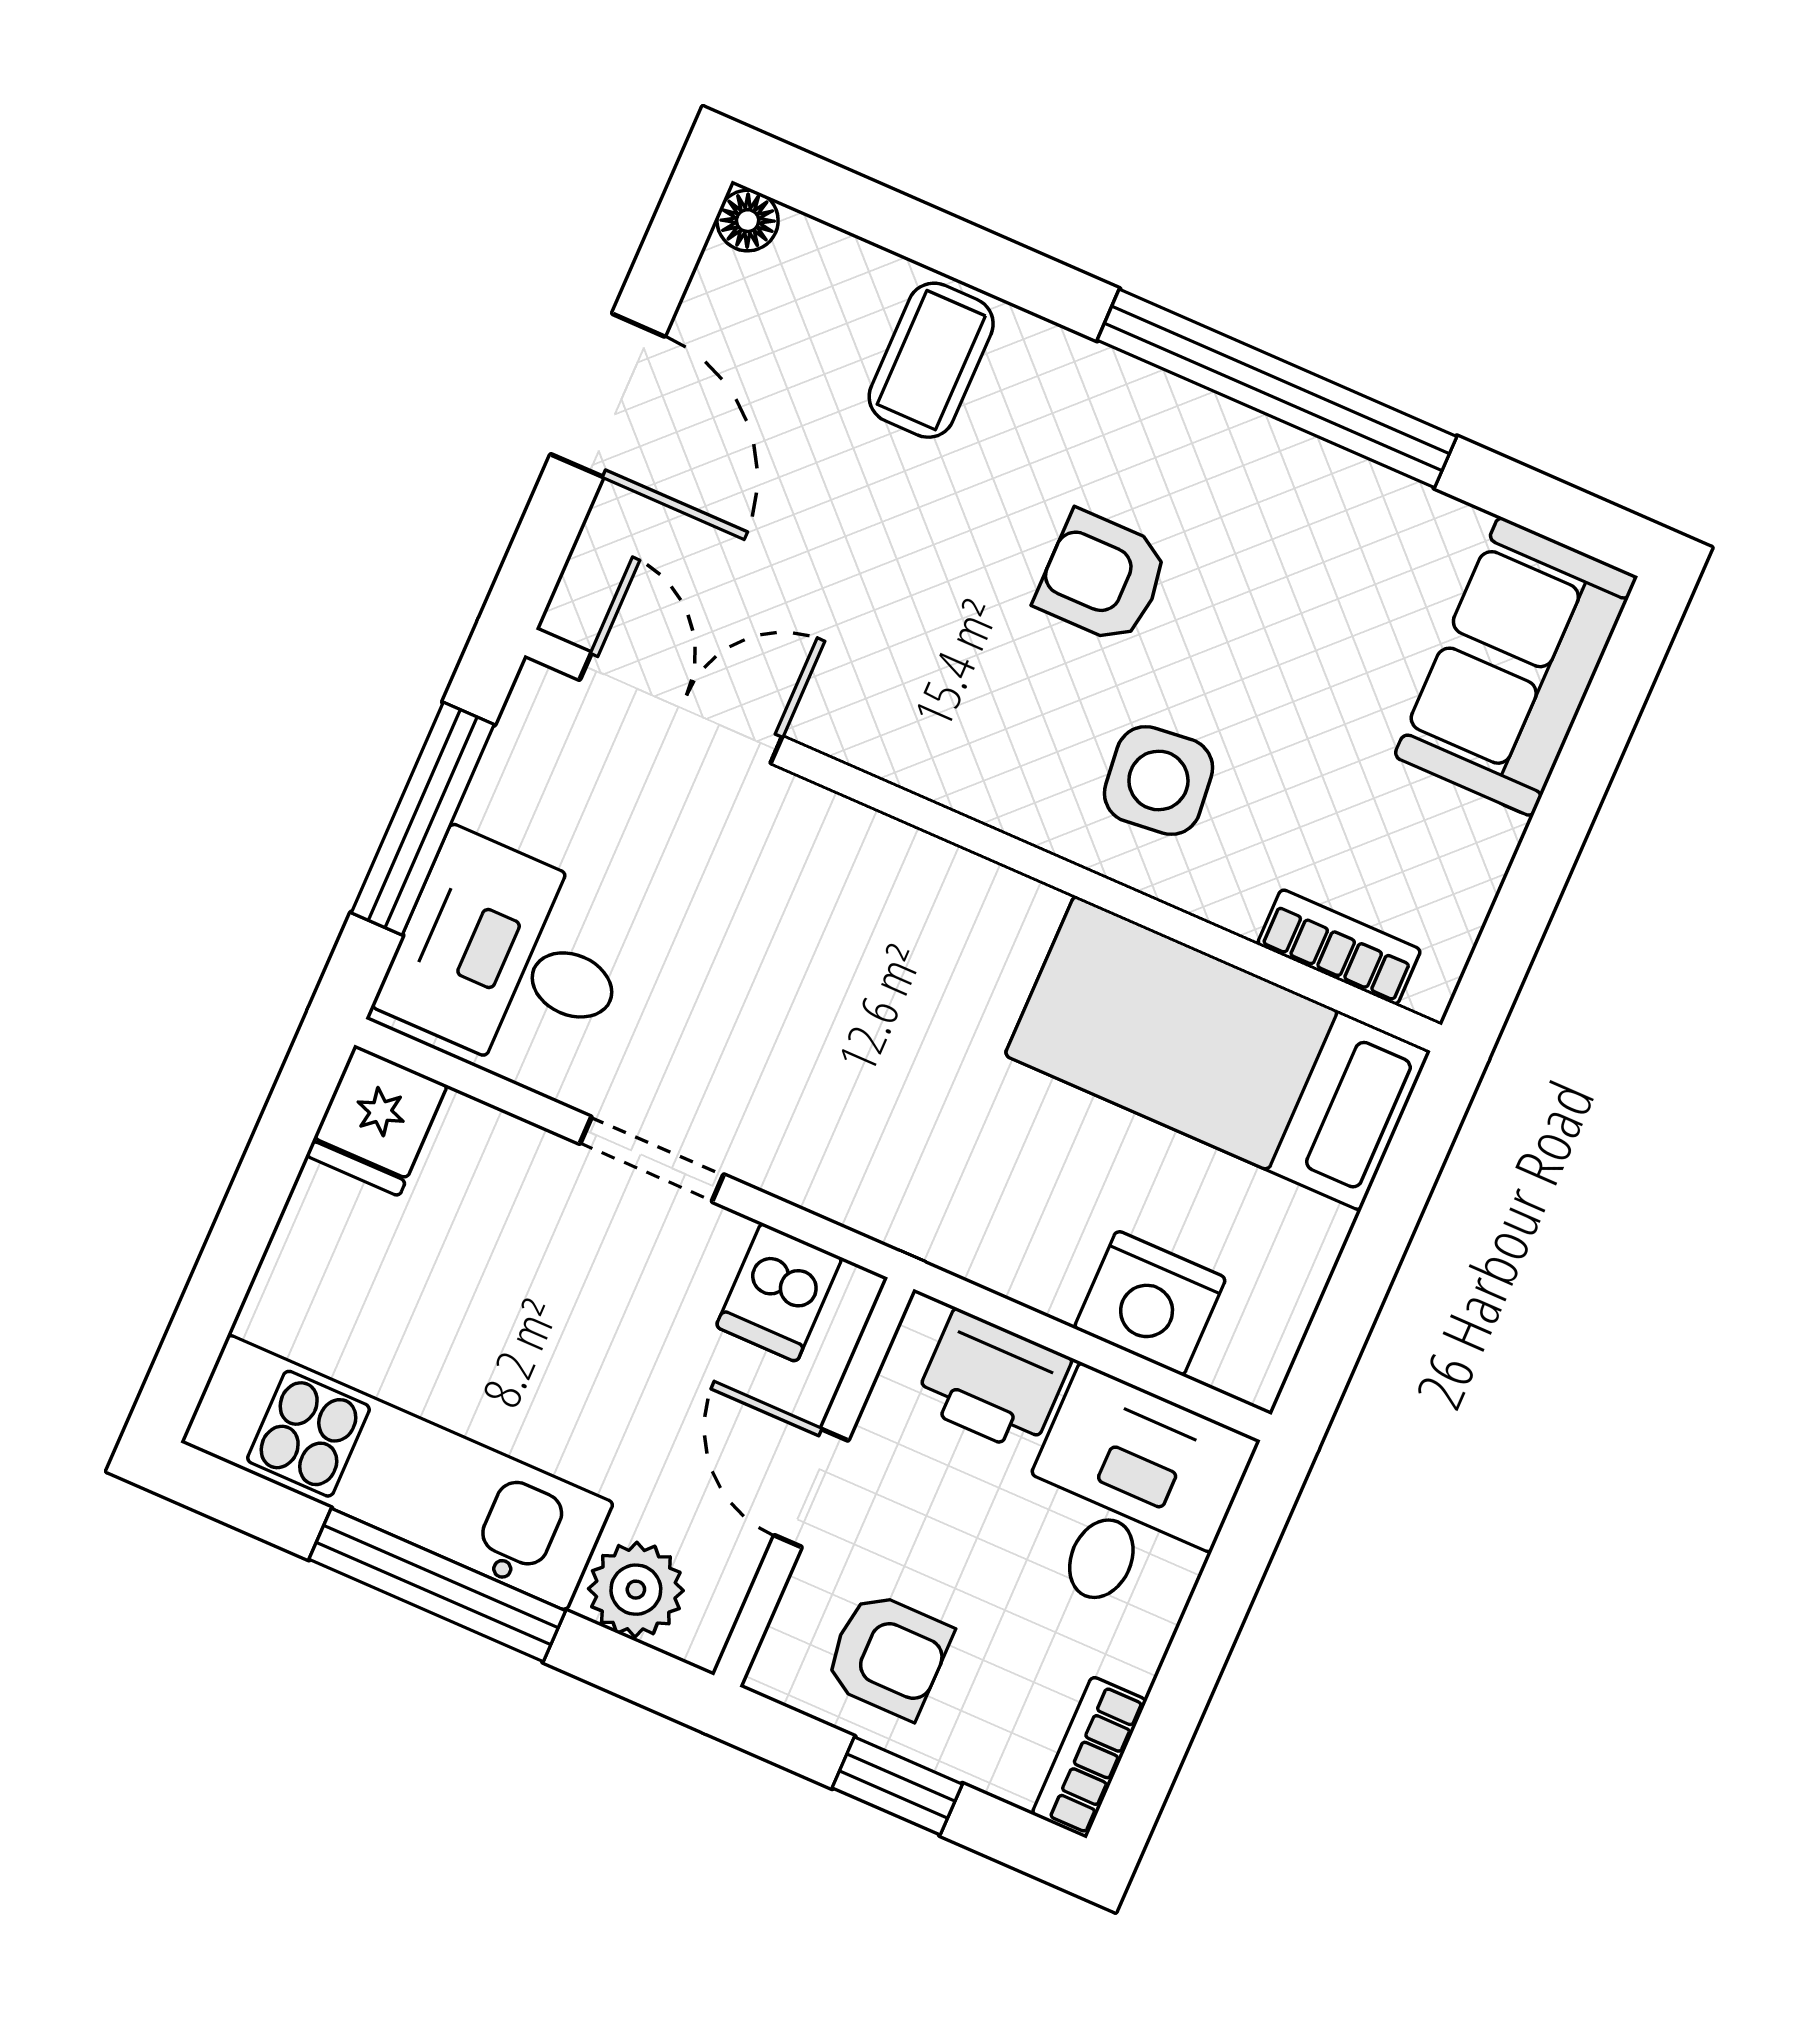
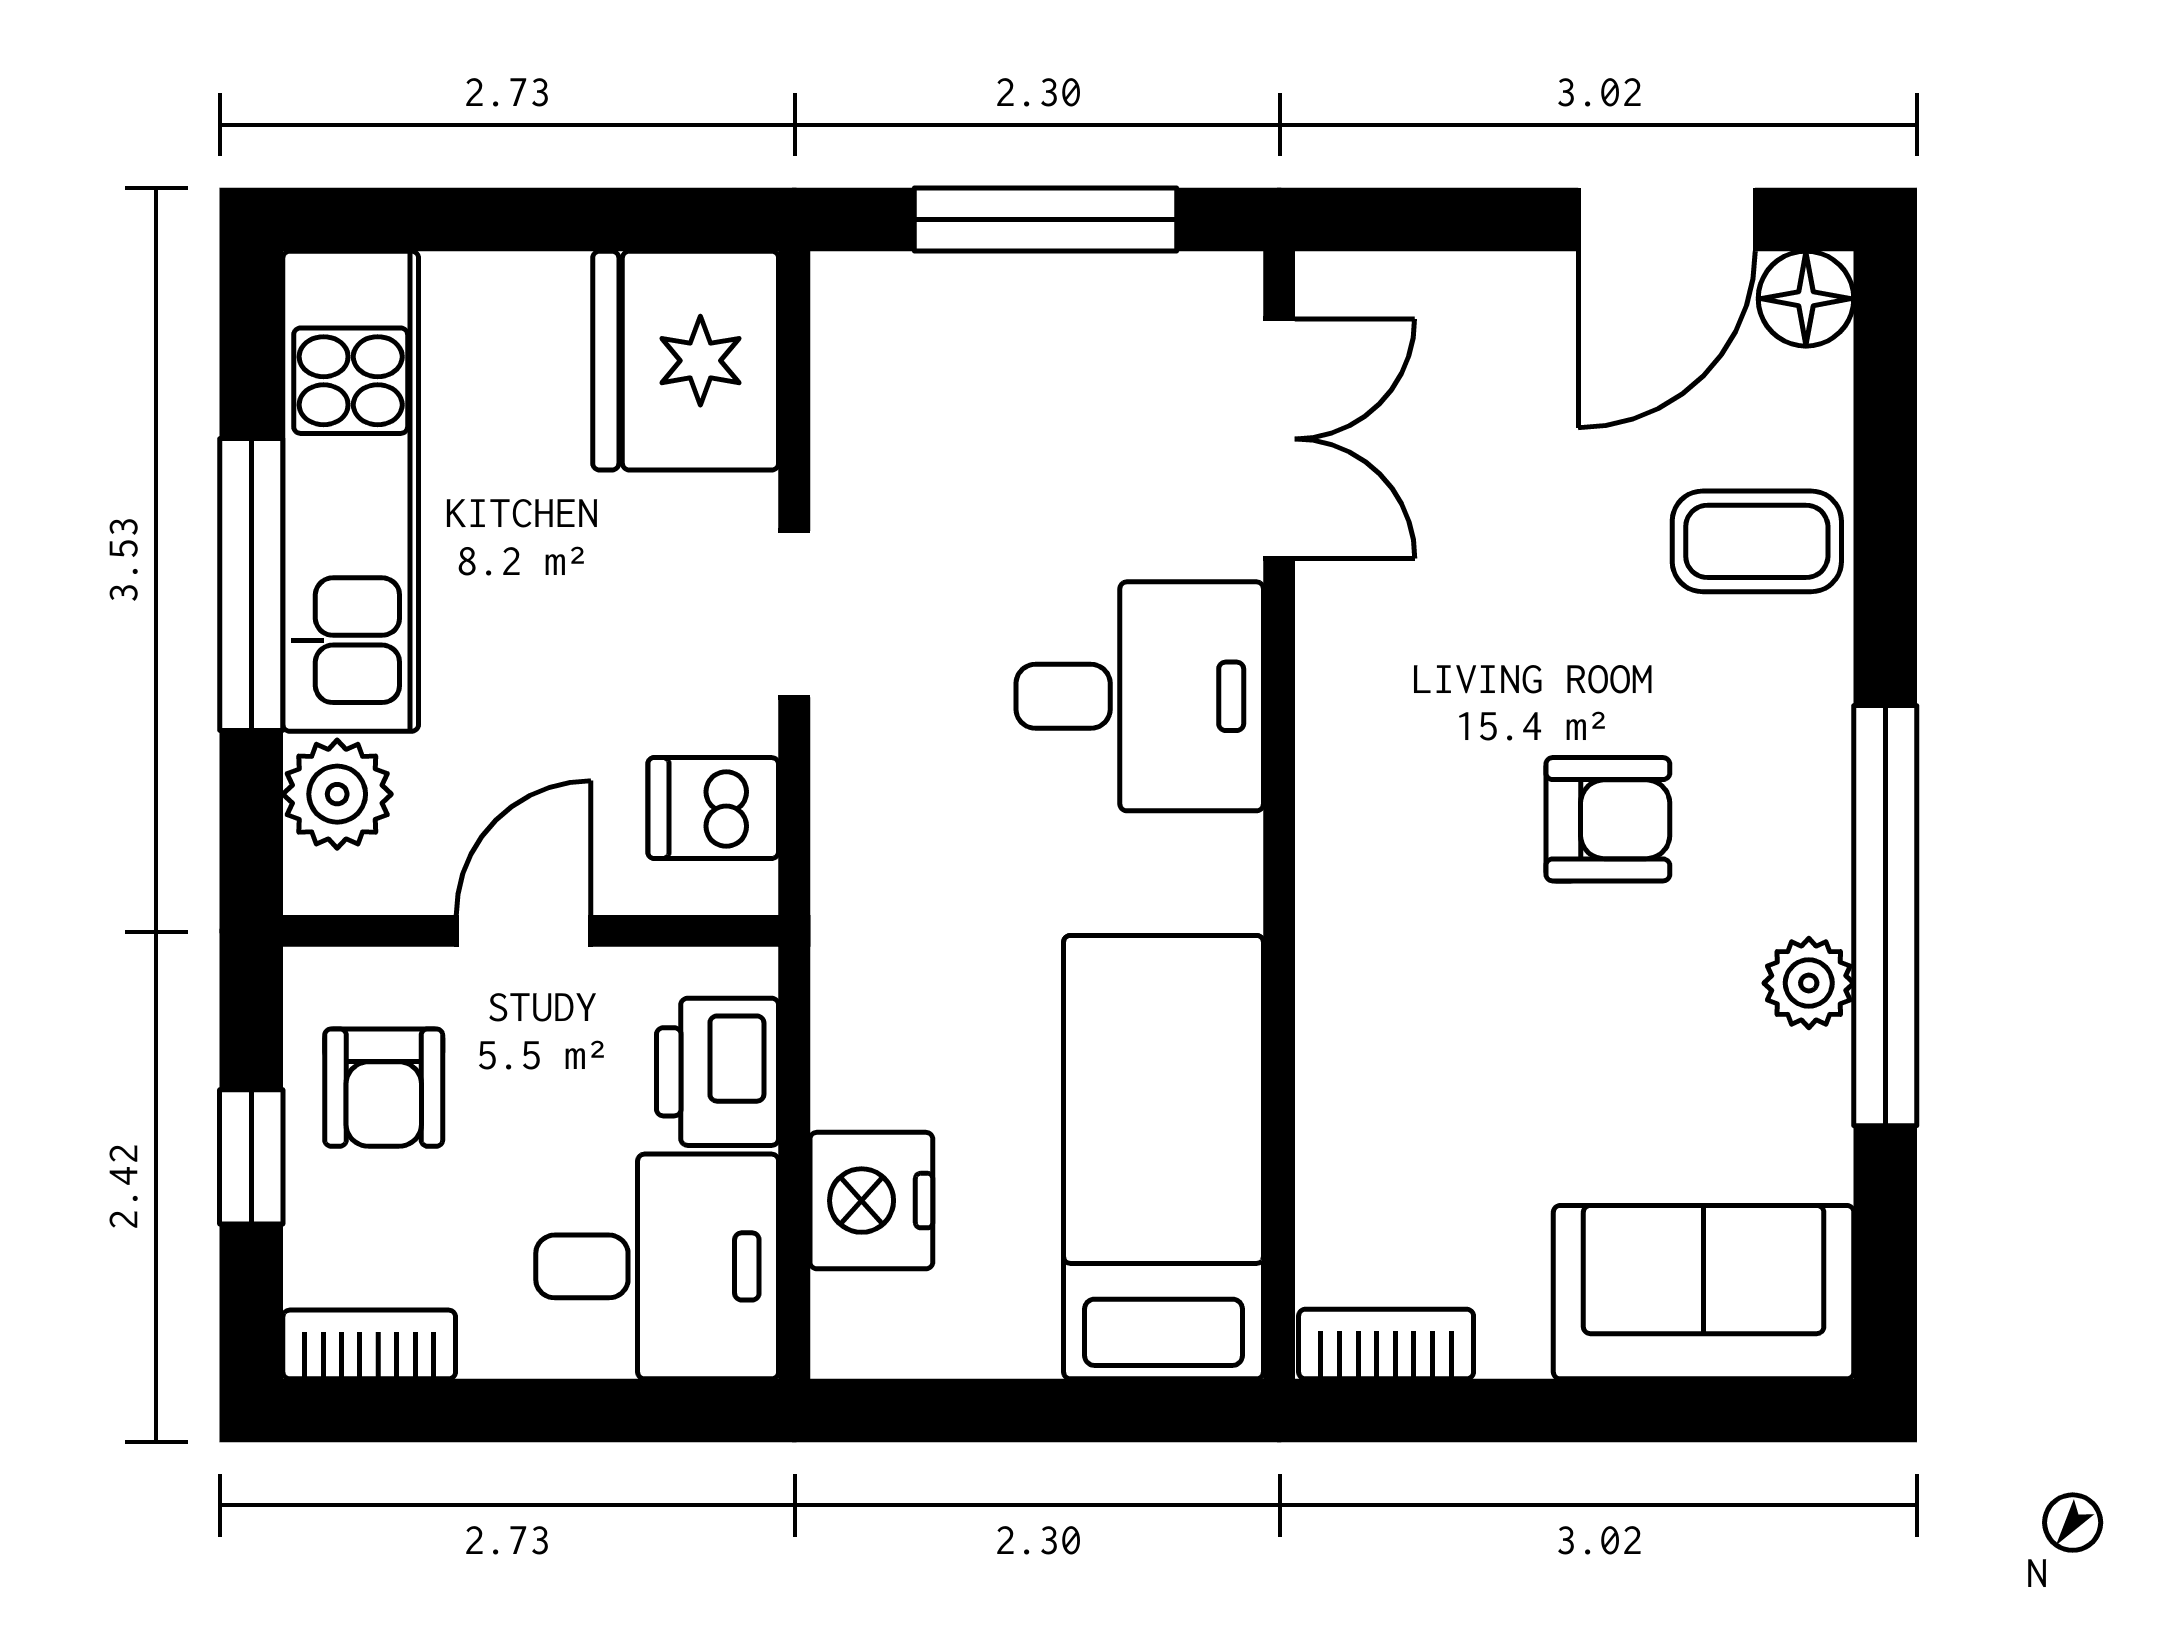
floor lamp: (748, 221) -> (1806, 299), width x1.37, depth x1.37
door: (608, 395) -> (1667, 219), moved
plant: (1304, 473) -> (1809, 983), added
armchair: (1102, 577) -> (1608, 819), turned 90
side table: (1158, 780) -> (1421, 971), removed
bookcase: (1339, 947) -> (1386, 1344), moved, turned -90
desk: (510, 958) -> (1140, 696), moved, turned 90
fridge: (377, 1121) -> (686, 361), width x1.88, depth x1.34

